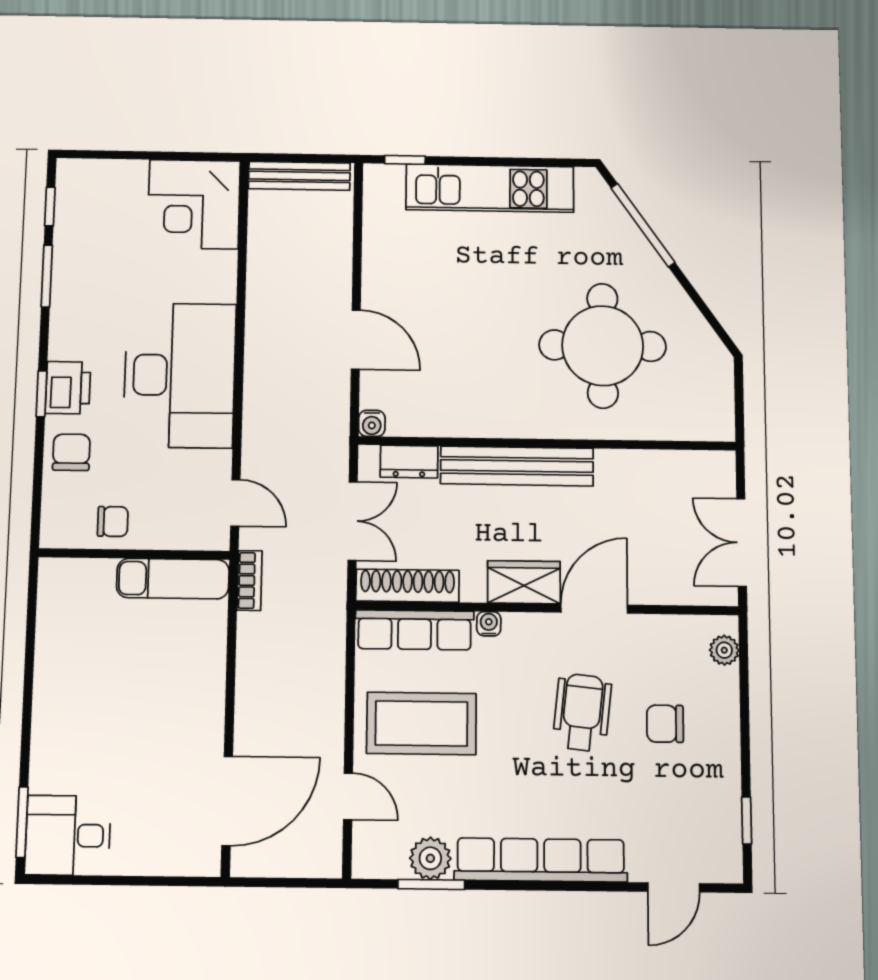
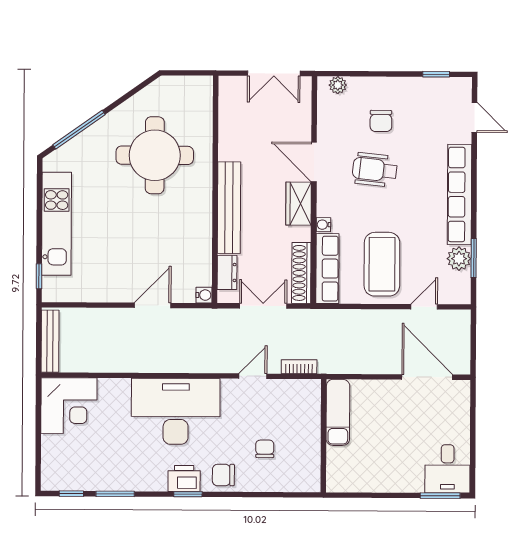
wall: (134, 554) -> (324, 436), moved
exam couch: (173, 579) -> (338, 412), moved

